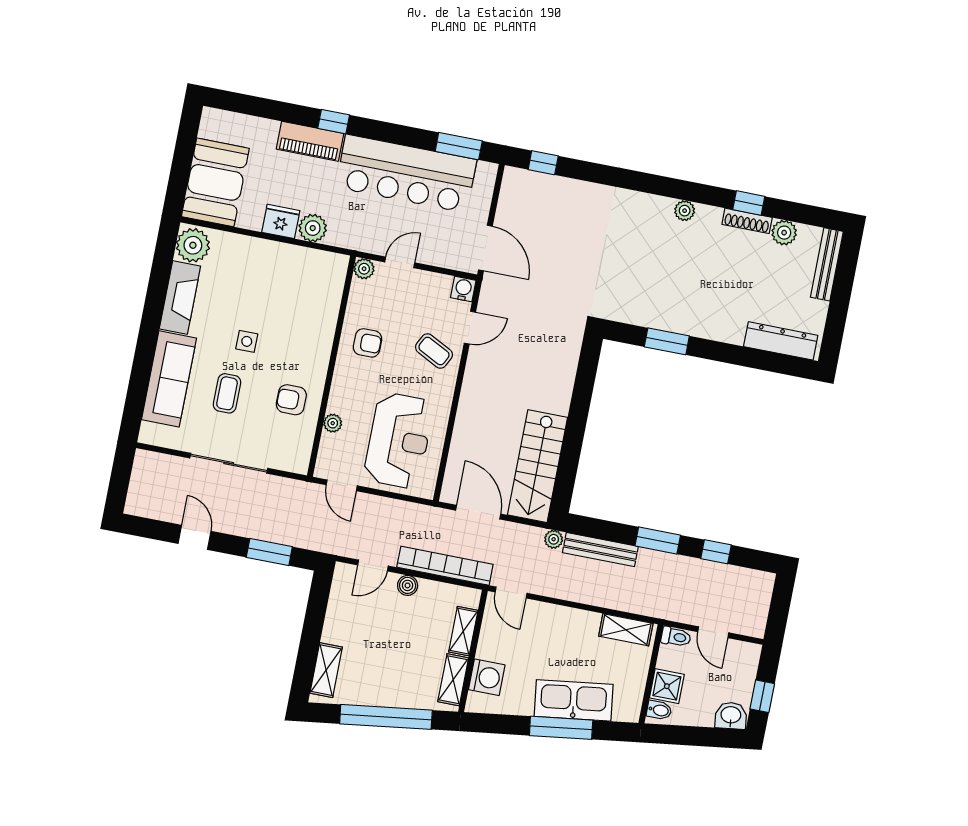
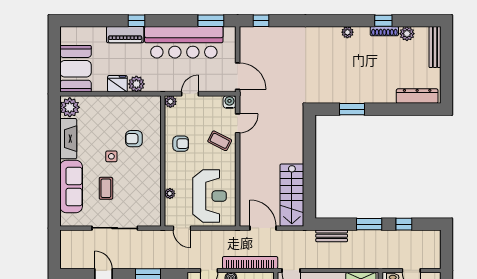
armchair: (291, 400) -> (134, 139), moved
plant: (554, 539) -> (309, 235), removed
bench: (600, 550) -> (332, 236), width x0.73

